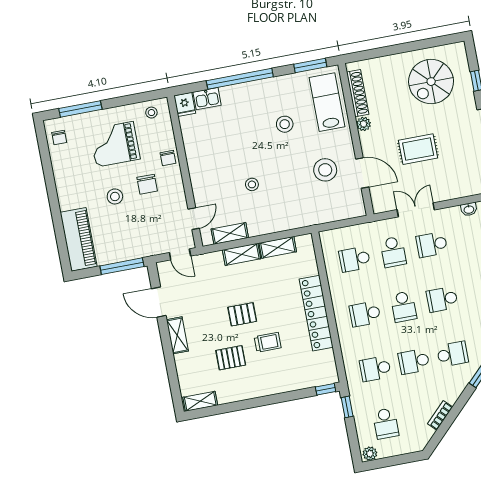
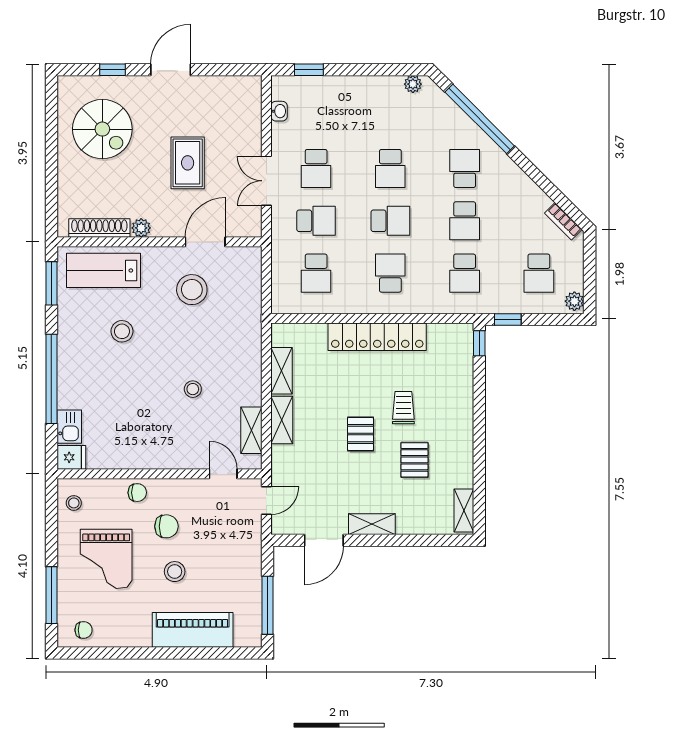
piano: (79, 239) -> (193, 630), moved
window: (122, 266) -> (268, 605), moved
school desk: (365, 314) -> (390, 273), turned 180
bookcase: (440, 415) -> (563, 221), moved
school desk: (386, 423) -> (539, 273), turned 90

